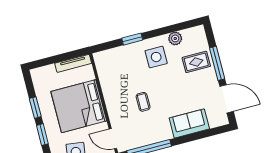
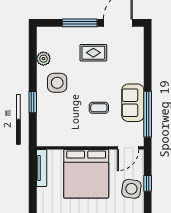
rug: (196, 62) -> (93, 53), moved, turned 90
sofa: (189, 123) -> (133, 103), moved

